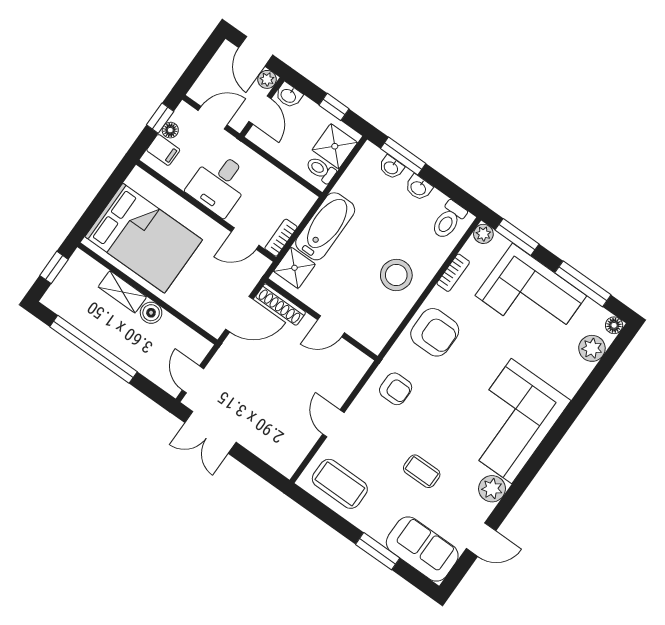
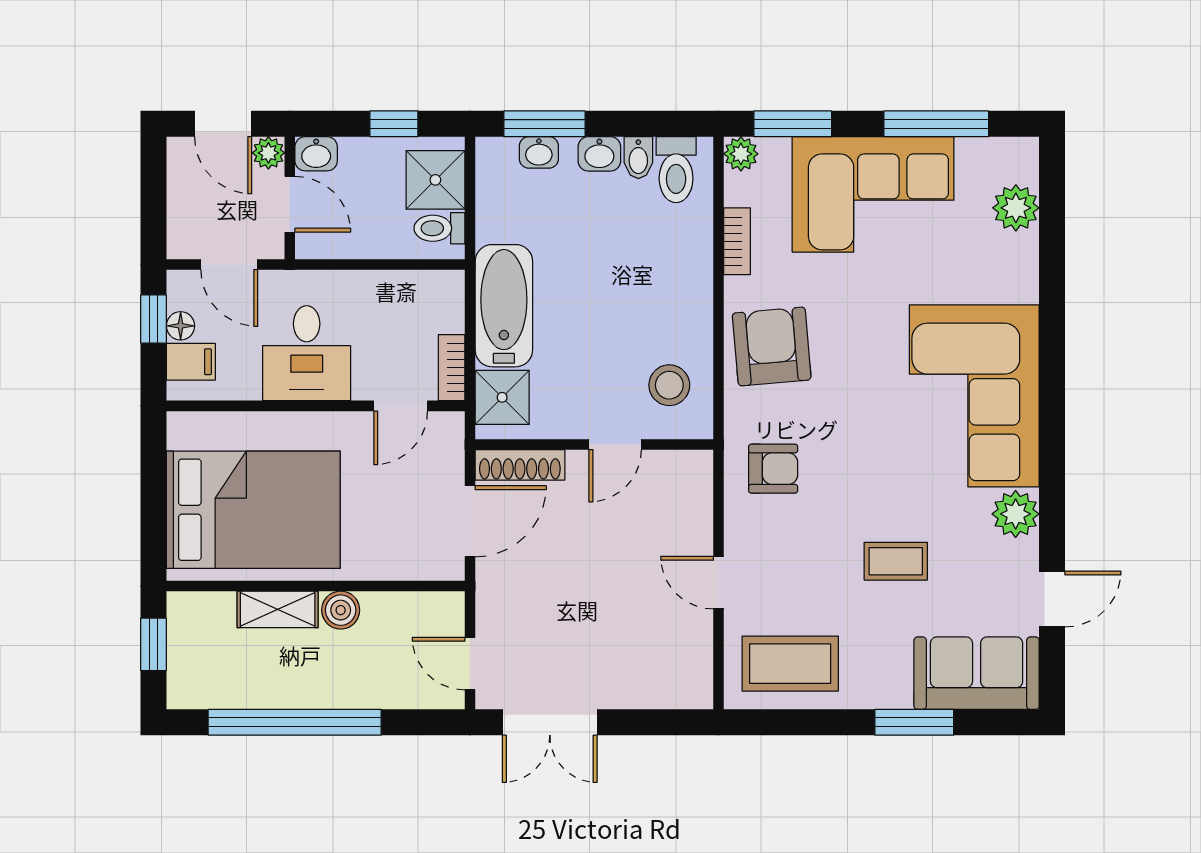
door: (213, 118) -> (229, 264), swing flipped
bidet: (435, 202) -> (638, 158), added
stool: (396, 275) -> (669, 385), moved, width x0.73, depth x0.73
floor lamp: (614, 325) -> (1024, 152), removed
armchair: (435, 332) -> (772, 346), turned -95

